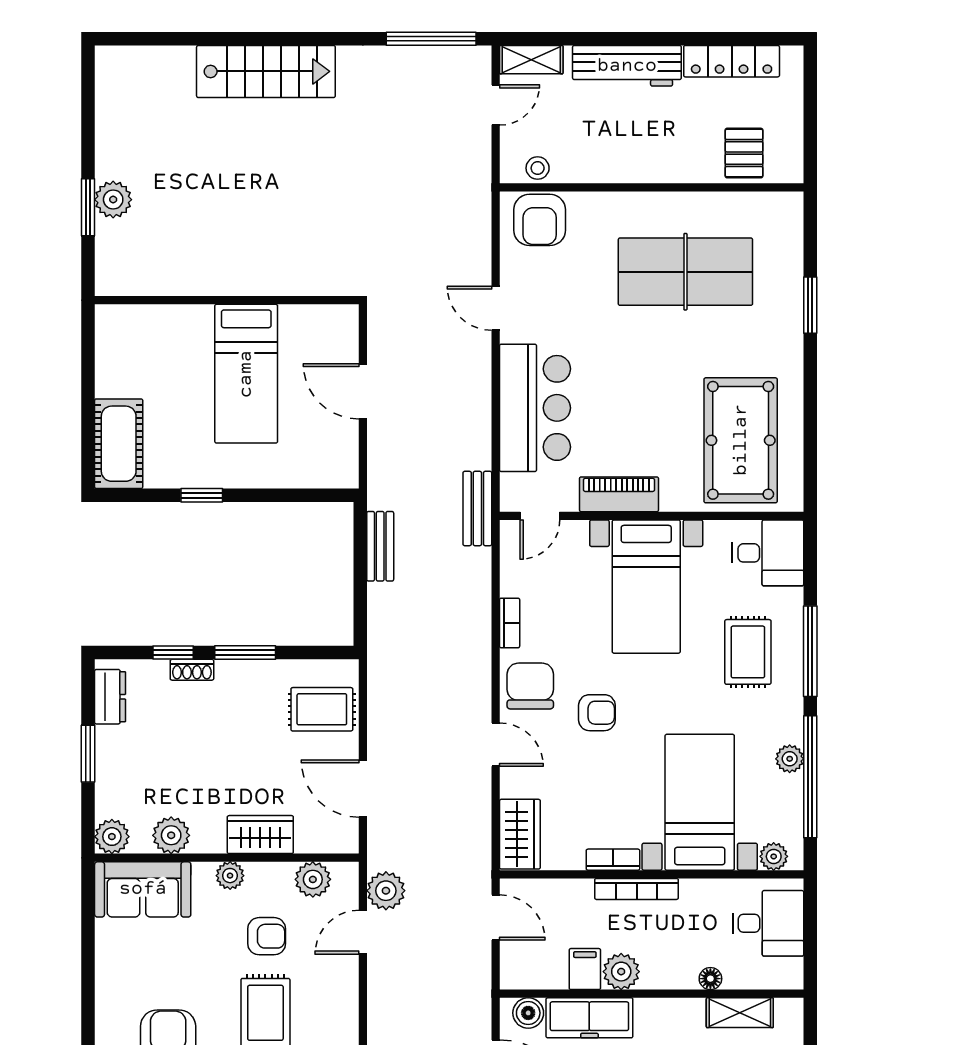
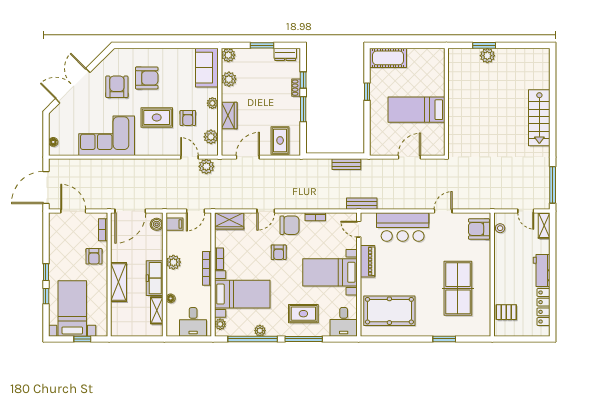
workbench: (627, 66) -> (542, 270), width x0.73
filing cabinet: (585, 969) -> (174, 224), moved
freezer: (589, 1018) -> (155, 278), moved

